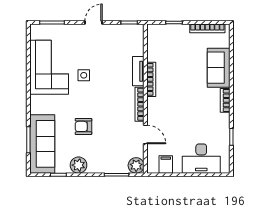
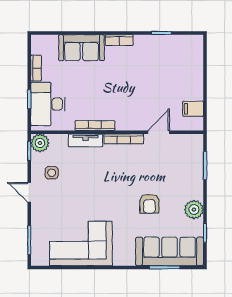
bookcase: (207, 28) -> (36, 68), width x0.64
side table: (84, 75) -> (52, 173), moved
desk: (201, 159) -> (48, 104), moved, turned 180
plant: (136, 165) -> (40, 143), moved

